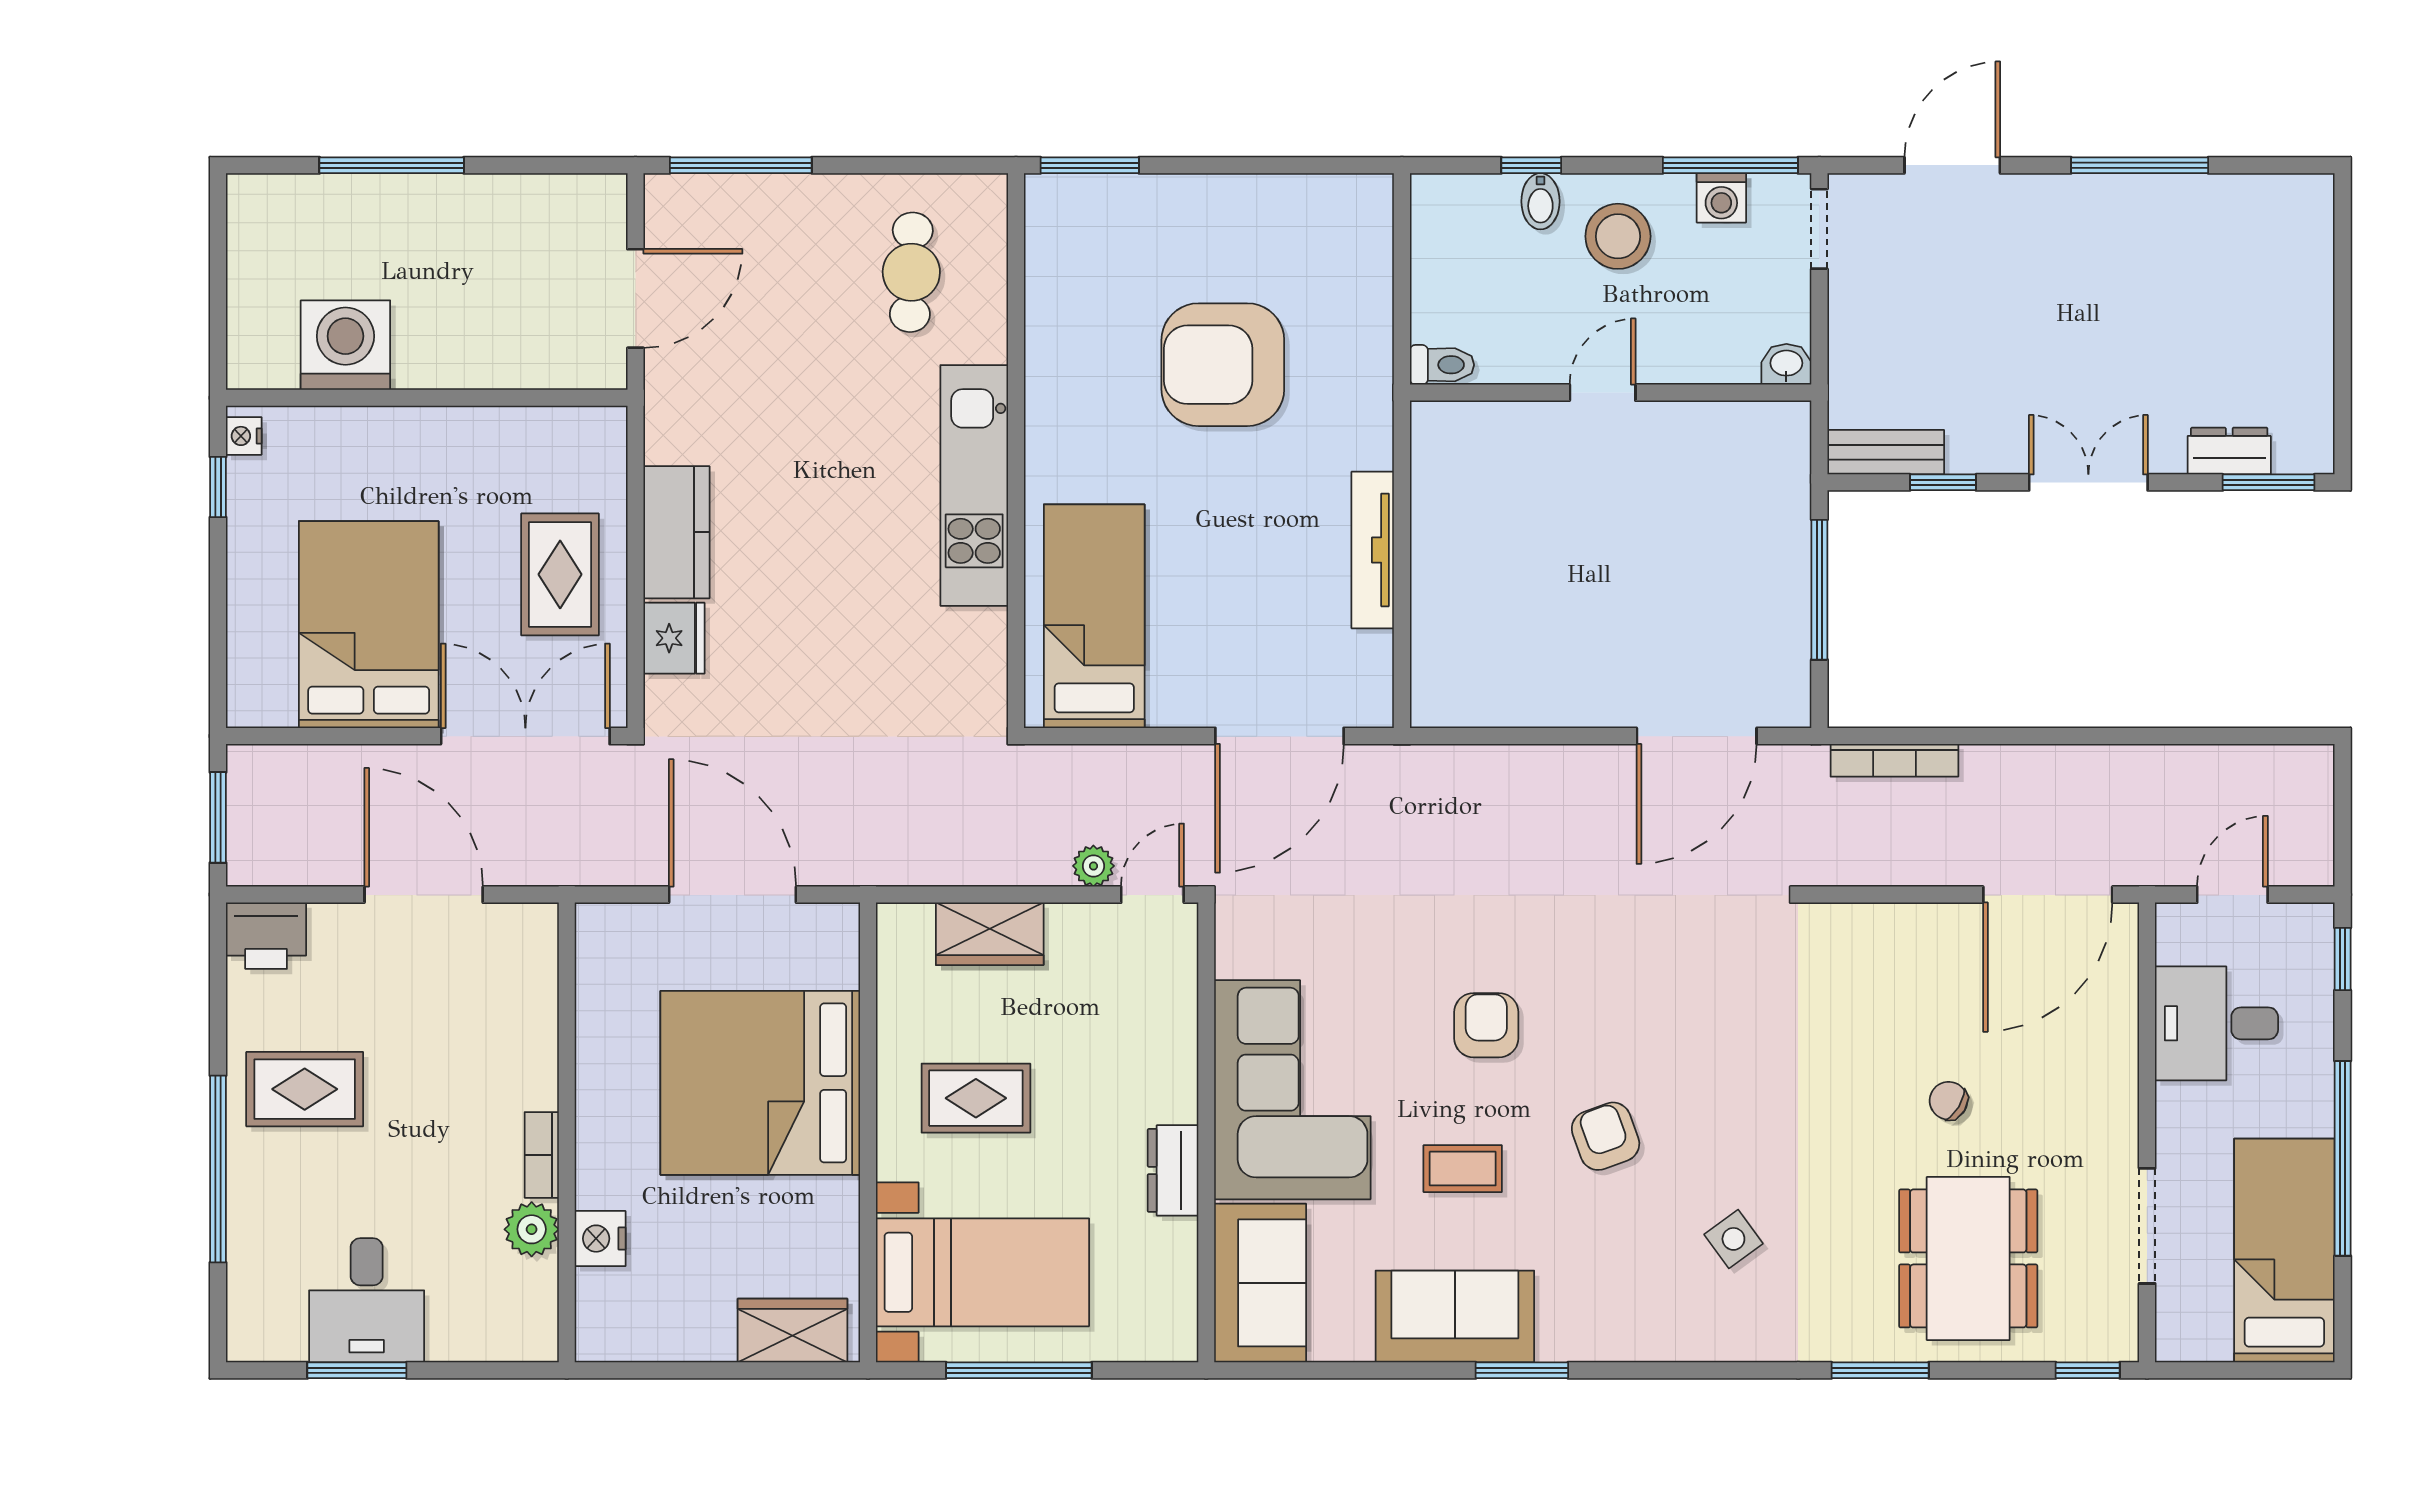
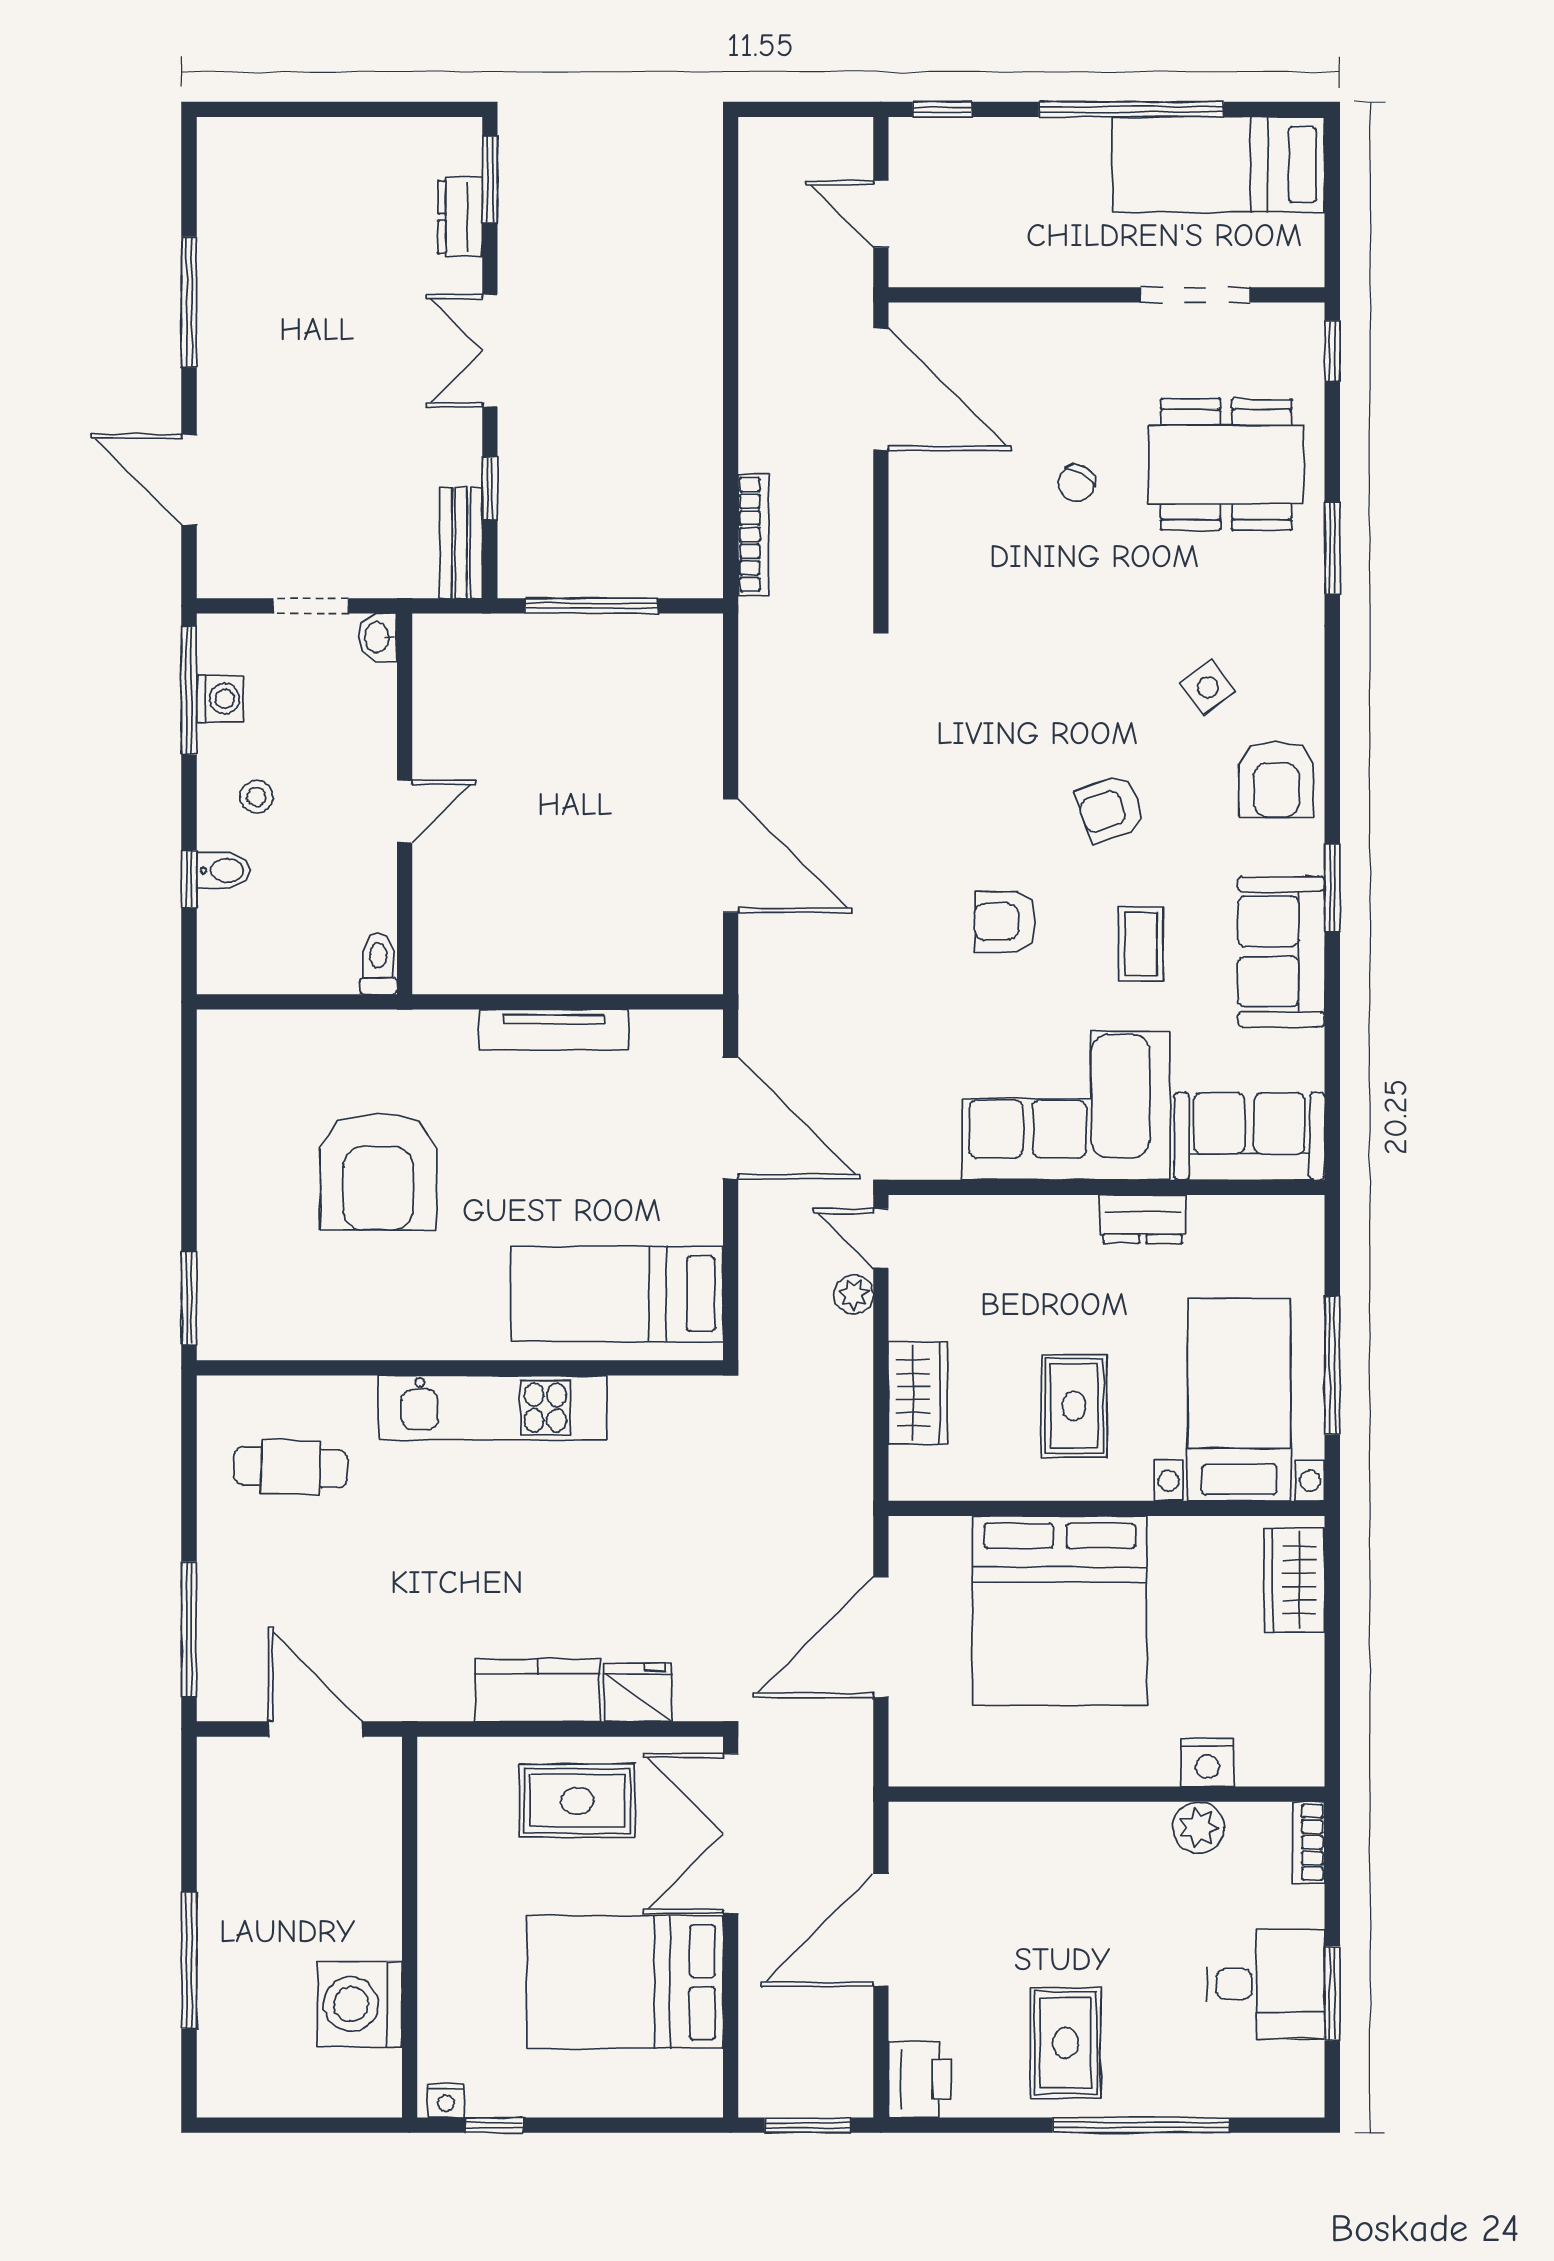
doorway: (1819, 229) -> (311, 606), moved
stool: (1618, 236) -> (256, 797), width x0.53, depth x0.53
door: (1603, 392) -> (405, 812), swing flipped
door: (1697, 736) -> (731, 856), moved
desk: (2217, 1023) -> (1003, 229), removed
bookcase: (542, 1155) -> (1308, 1842), moved, turned 90
armchair: (1636, 1311) -> (1276, 779), added

